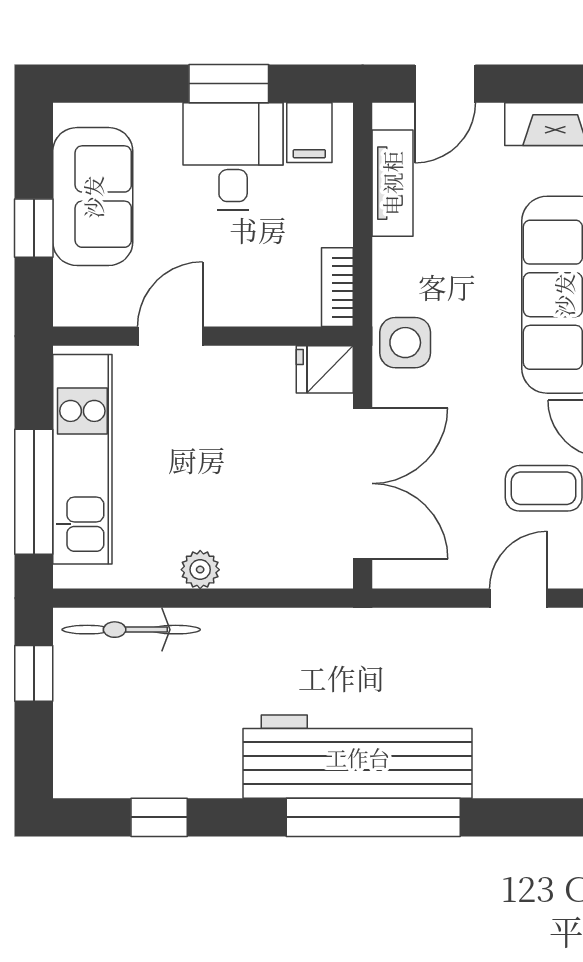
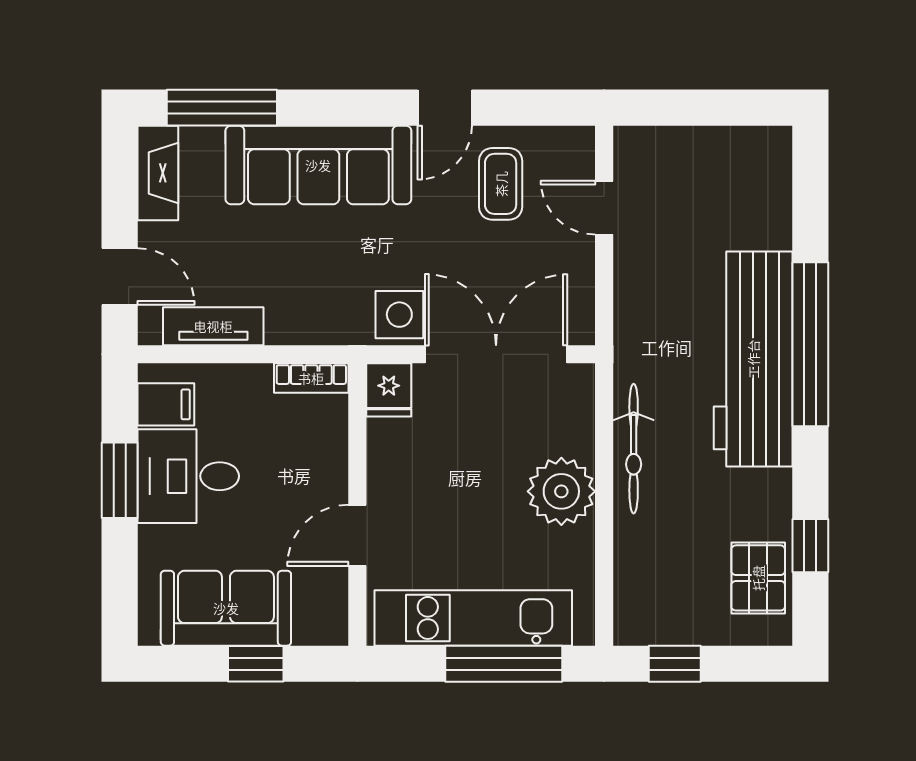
door: (170, 336) -> (357, 535), hinge flipped
side table: (405, 343) -> (399, 315), moved
plant: (200, 570) -> (561, 491), width x1.87, depth x1.87
bicycle: (131, 630) -> (634, 449), moved
pallet: (125, 762) -> (758, 578), added

